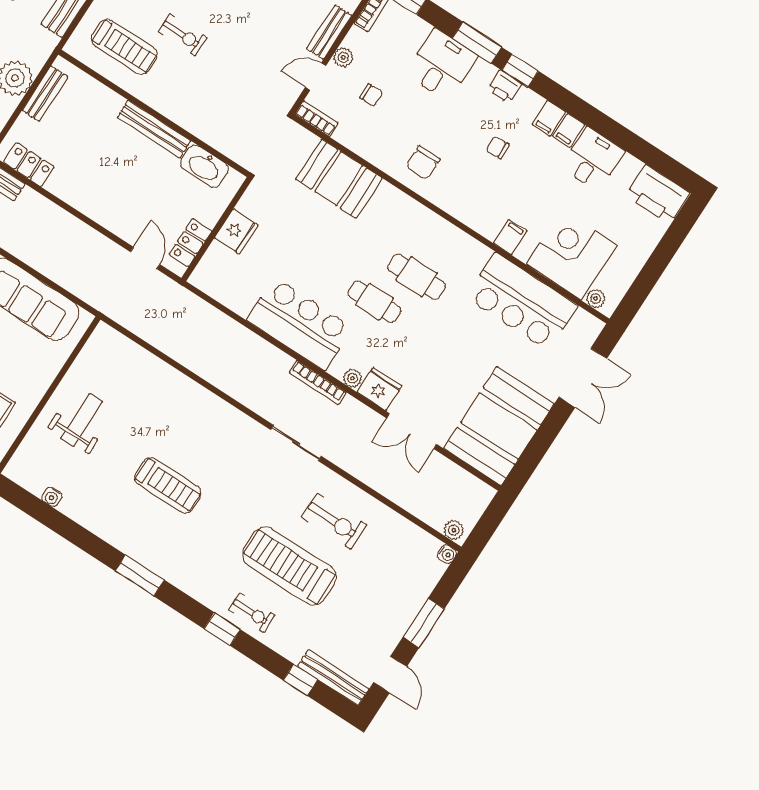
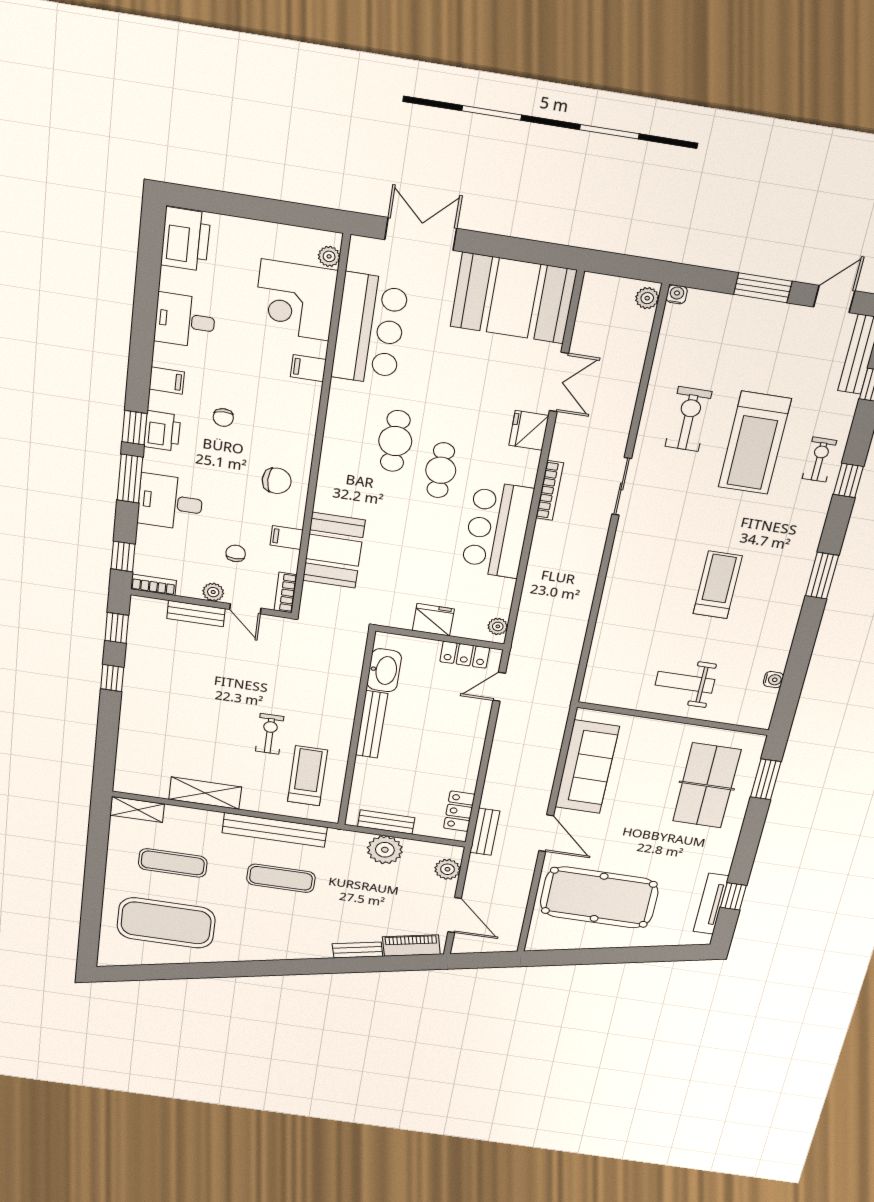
printer: (505, 87) -> (162, 431), width x1.36, depth x1.24
filing cabinet: (569, 130) -> (287, 538), moved, turned 180
plant: (352, 378) -> (498, 626), moved

